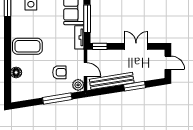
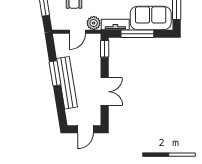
bench: (112, 81) -> (67, 83), moved
plant: (78, 85) -> (94, 23), moved
window: (135, 86) -> (55, 73), moved

